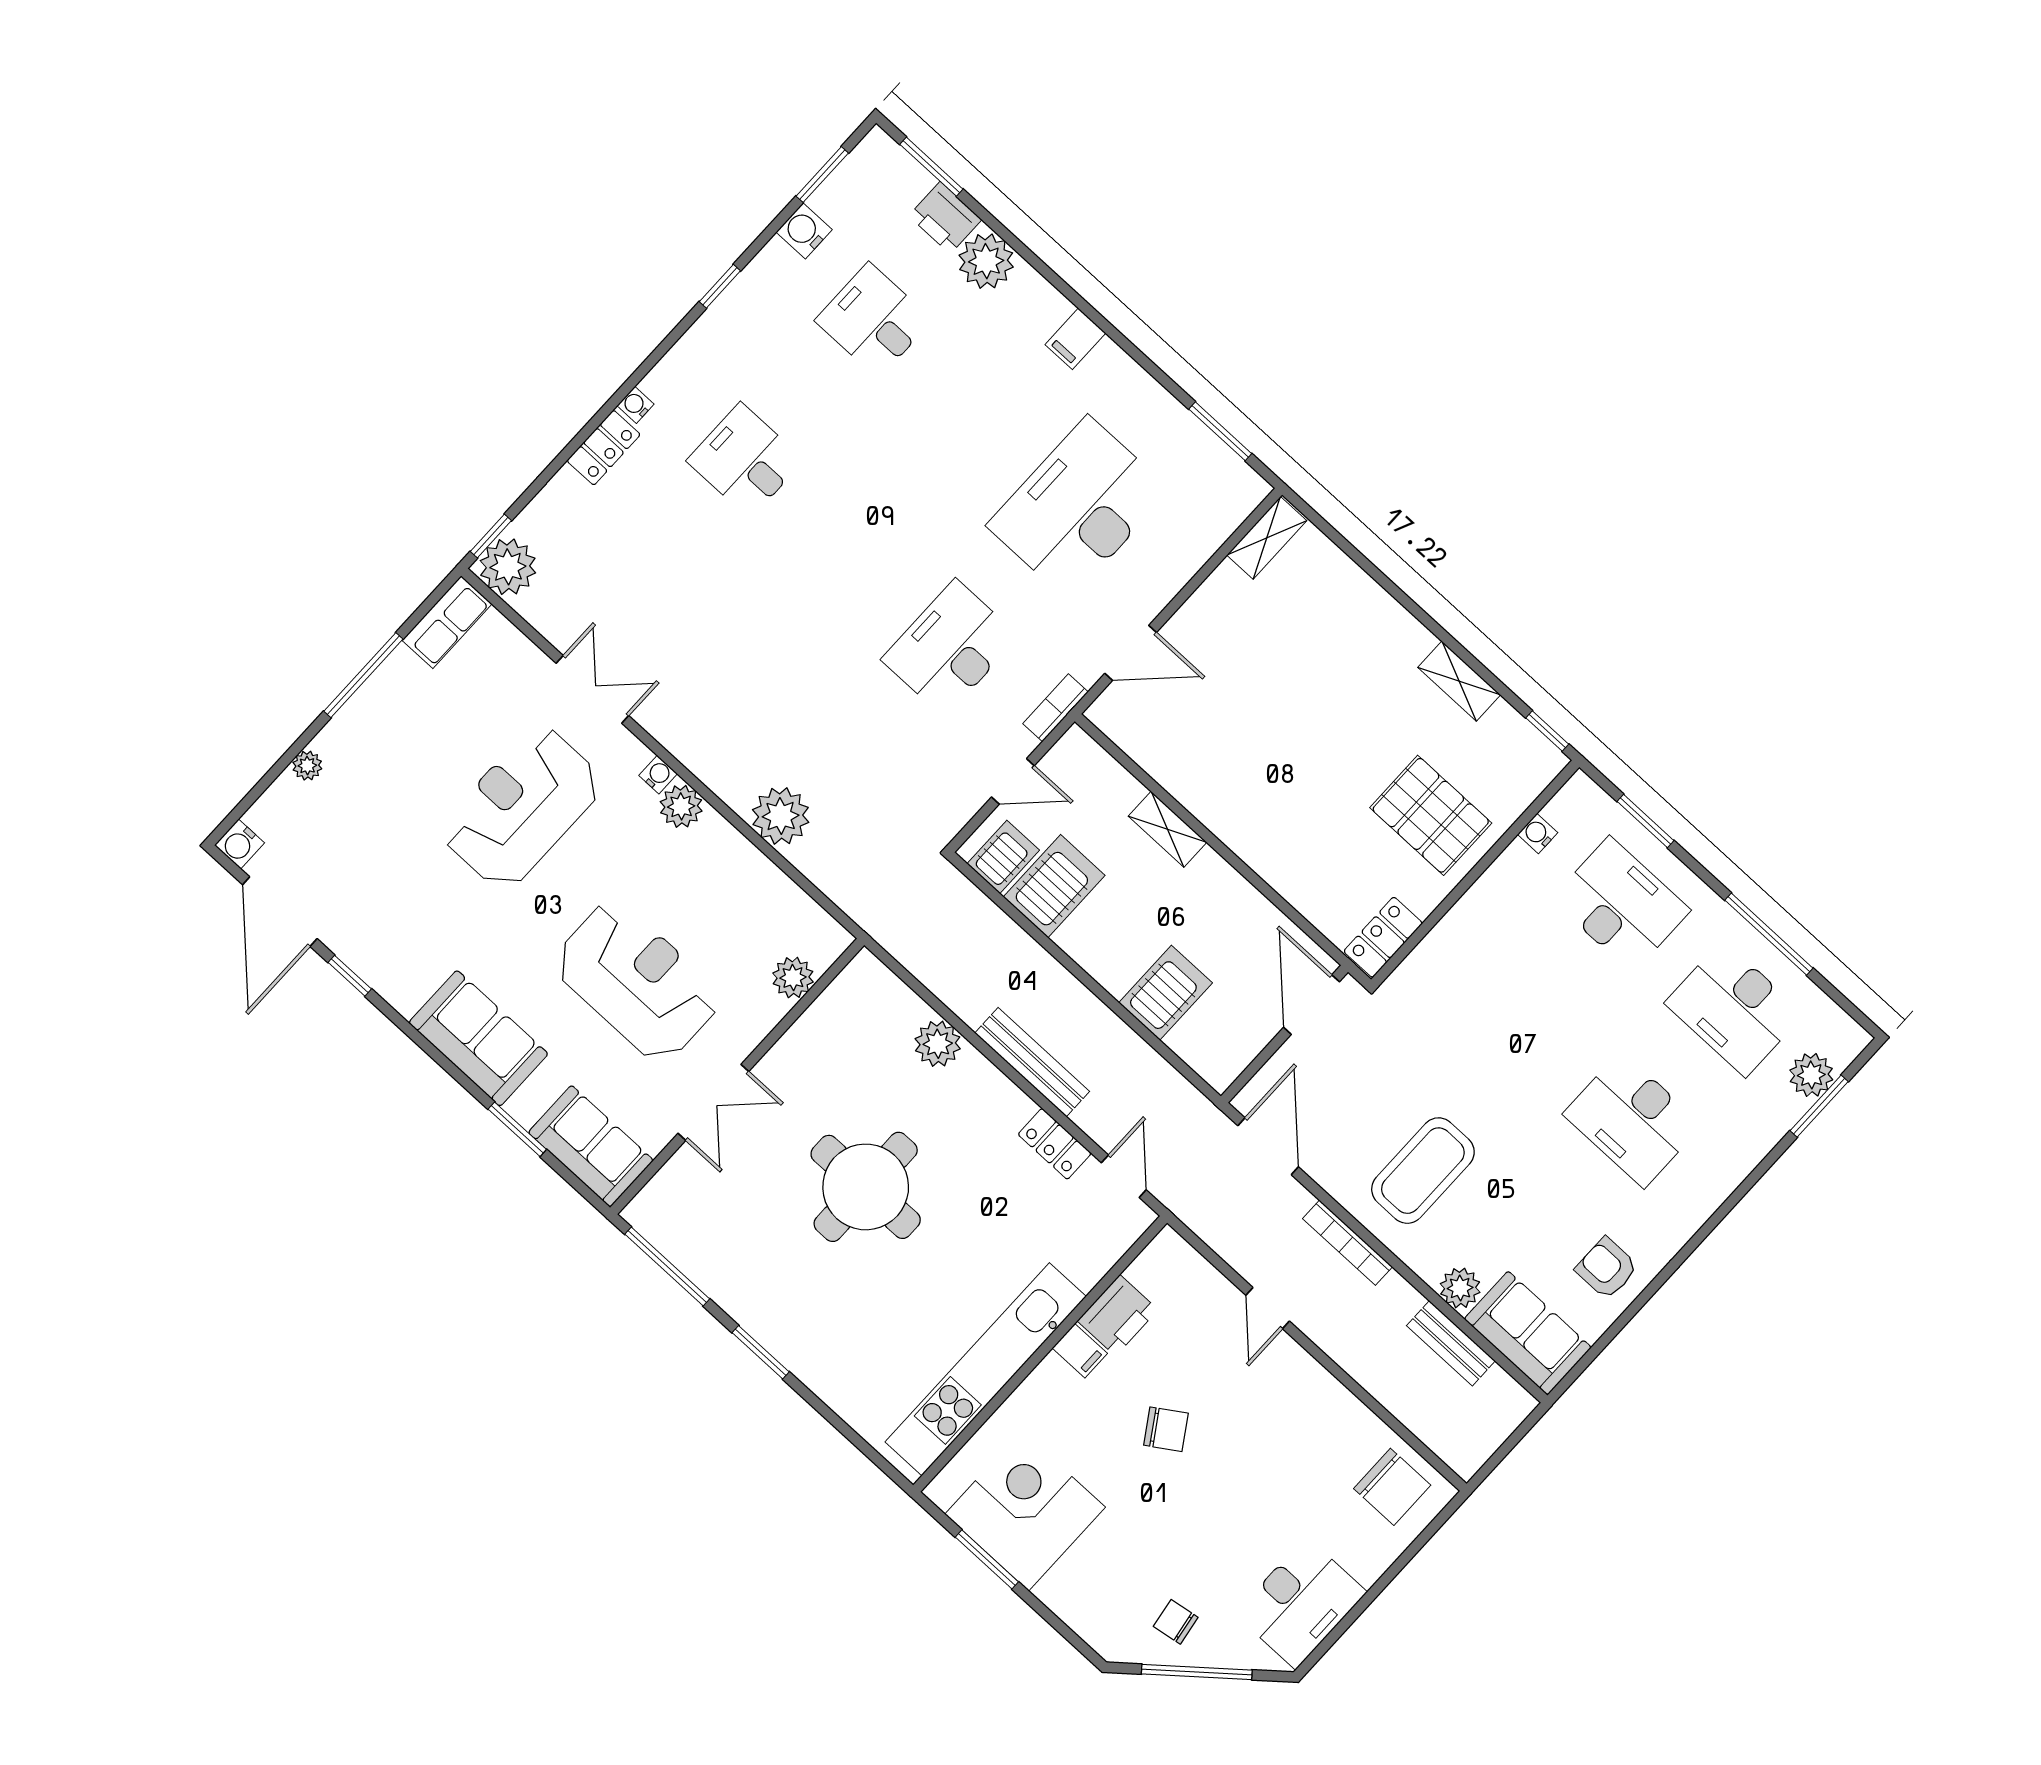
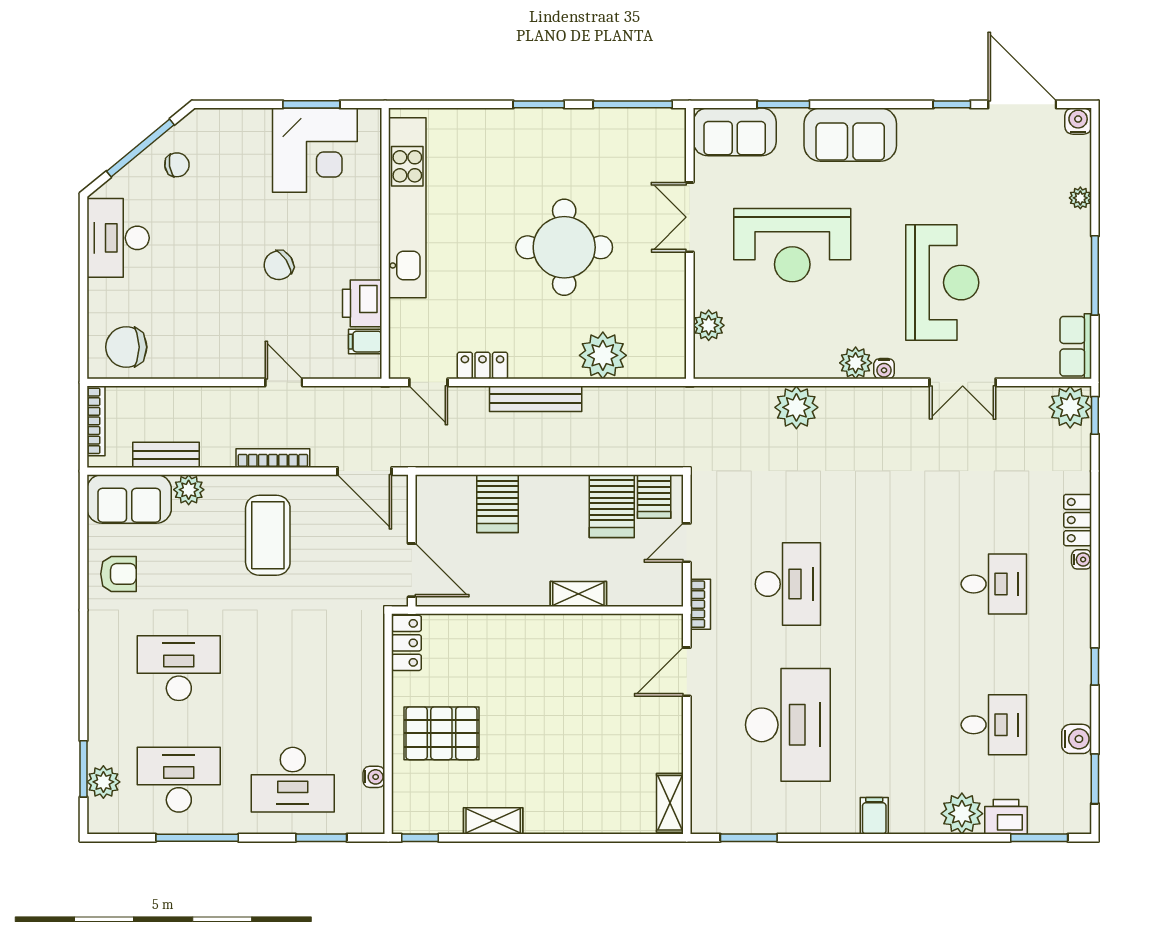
plant: (938, 1044) -> (603, 355), width x1.36, depth x1.36
filing cabinet: (1080, 1351) -> (365, 342), moved
bookcase: (1490, 1441) -> (96, 421), added

